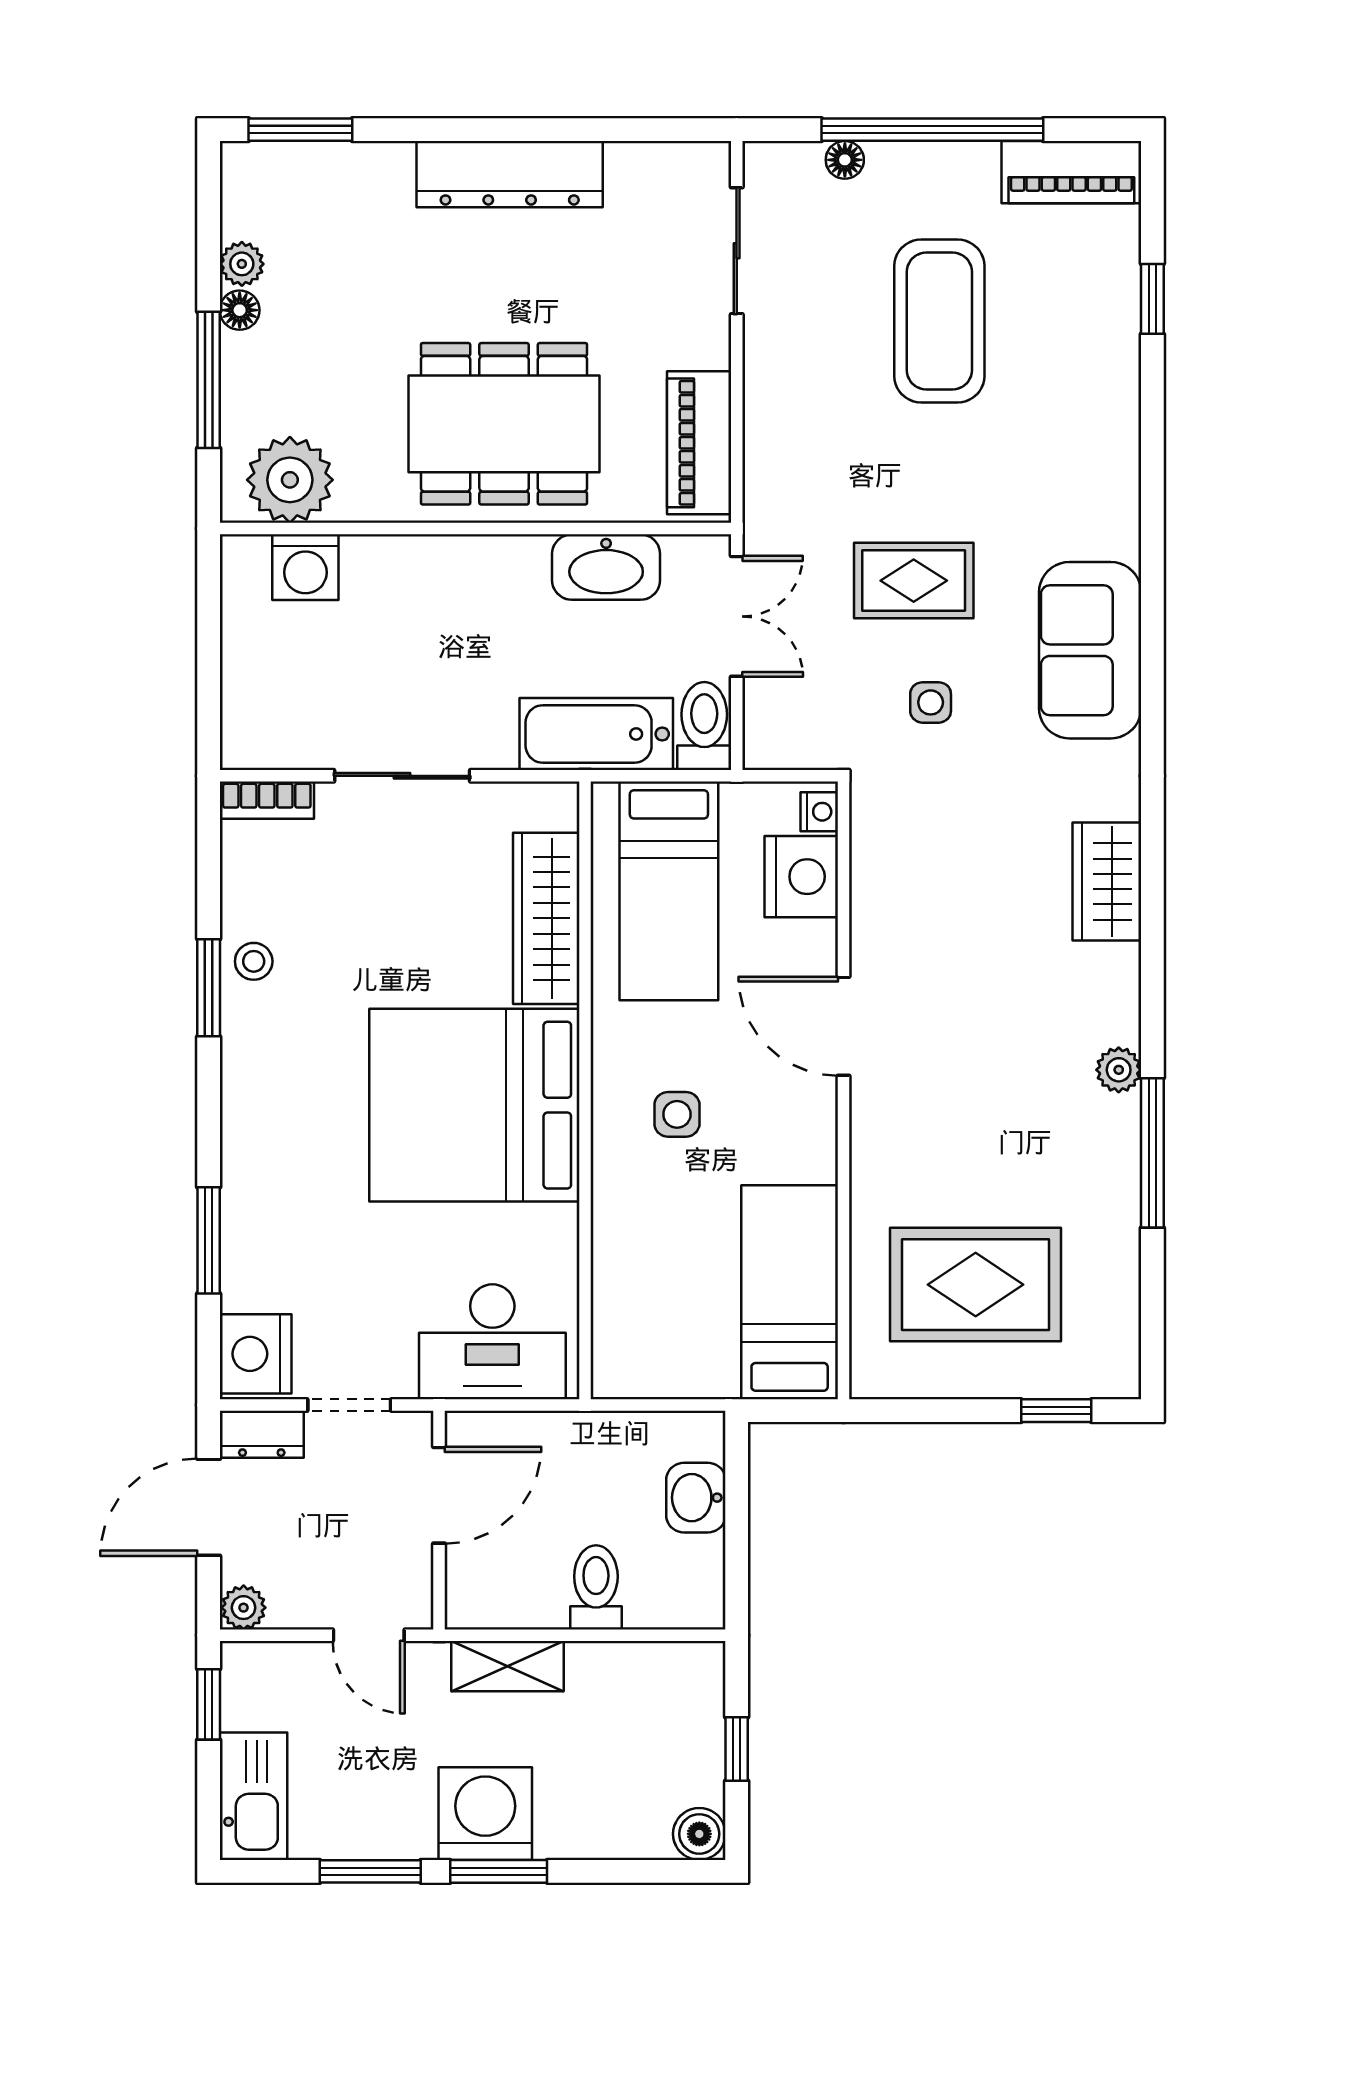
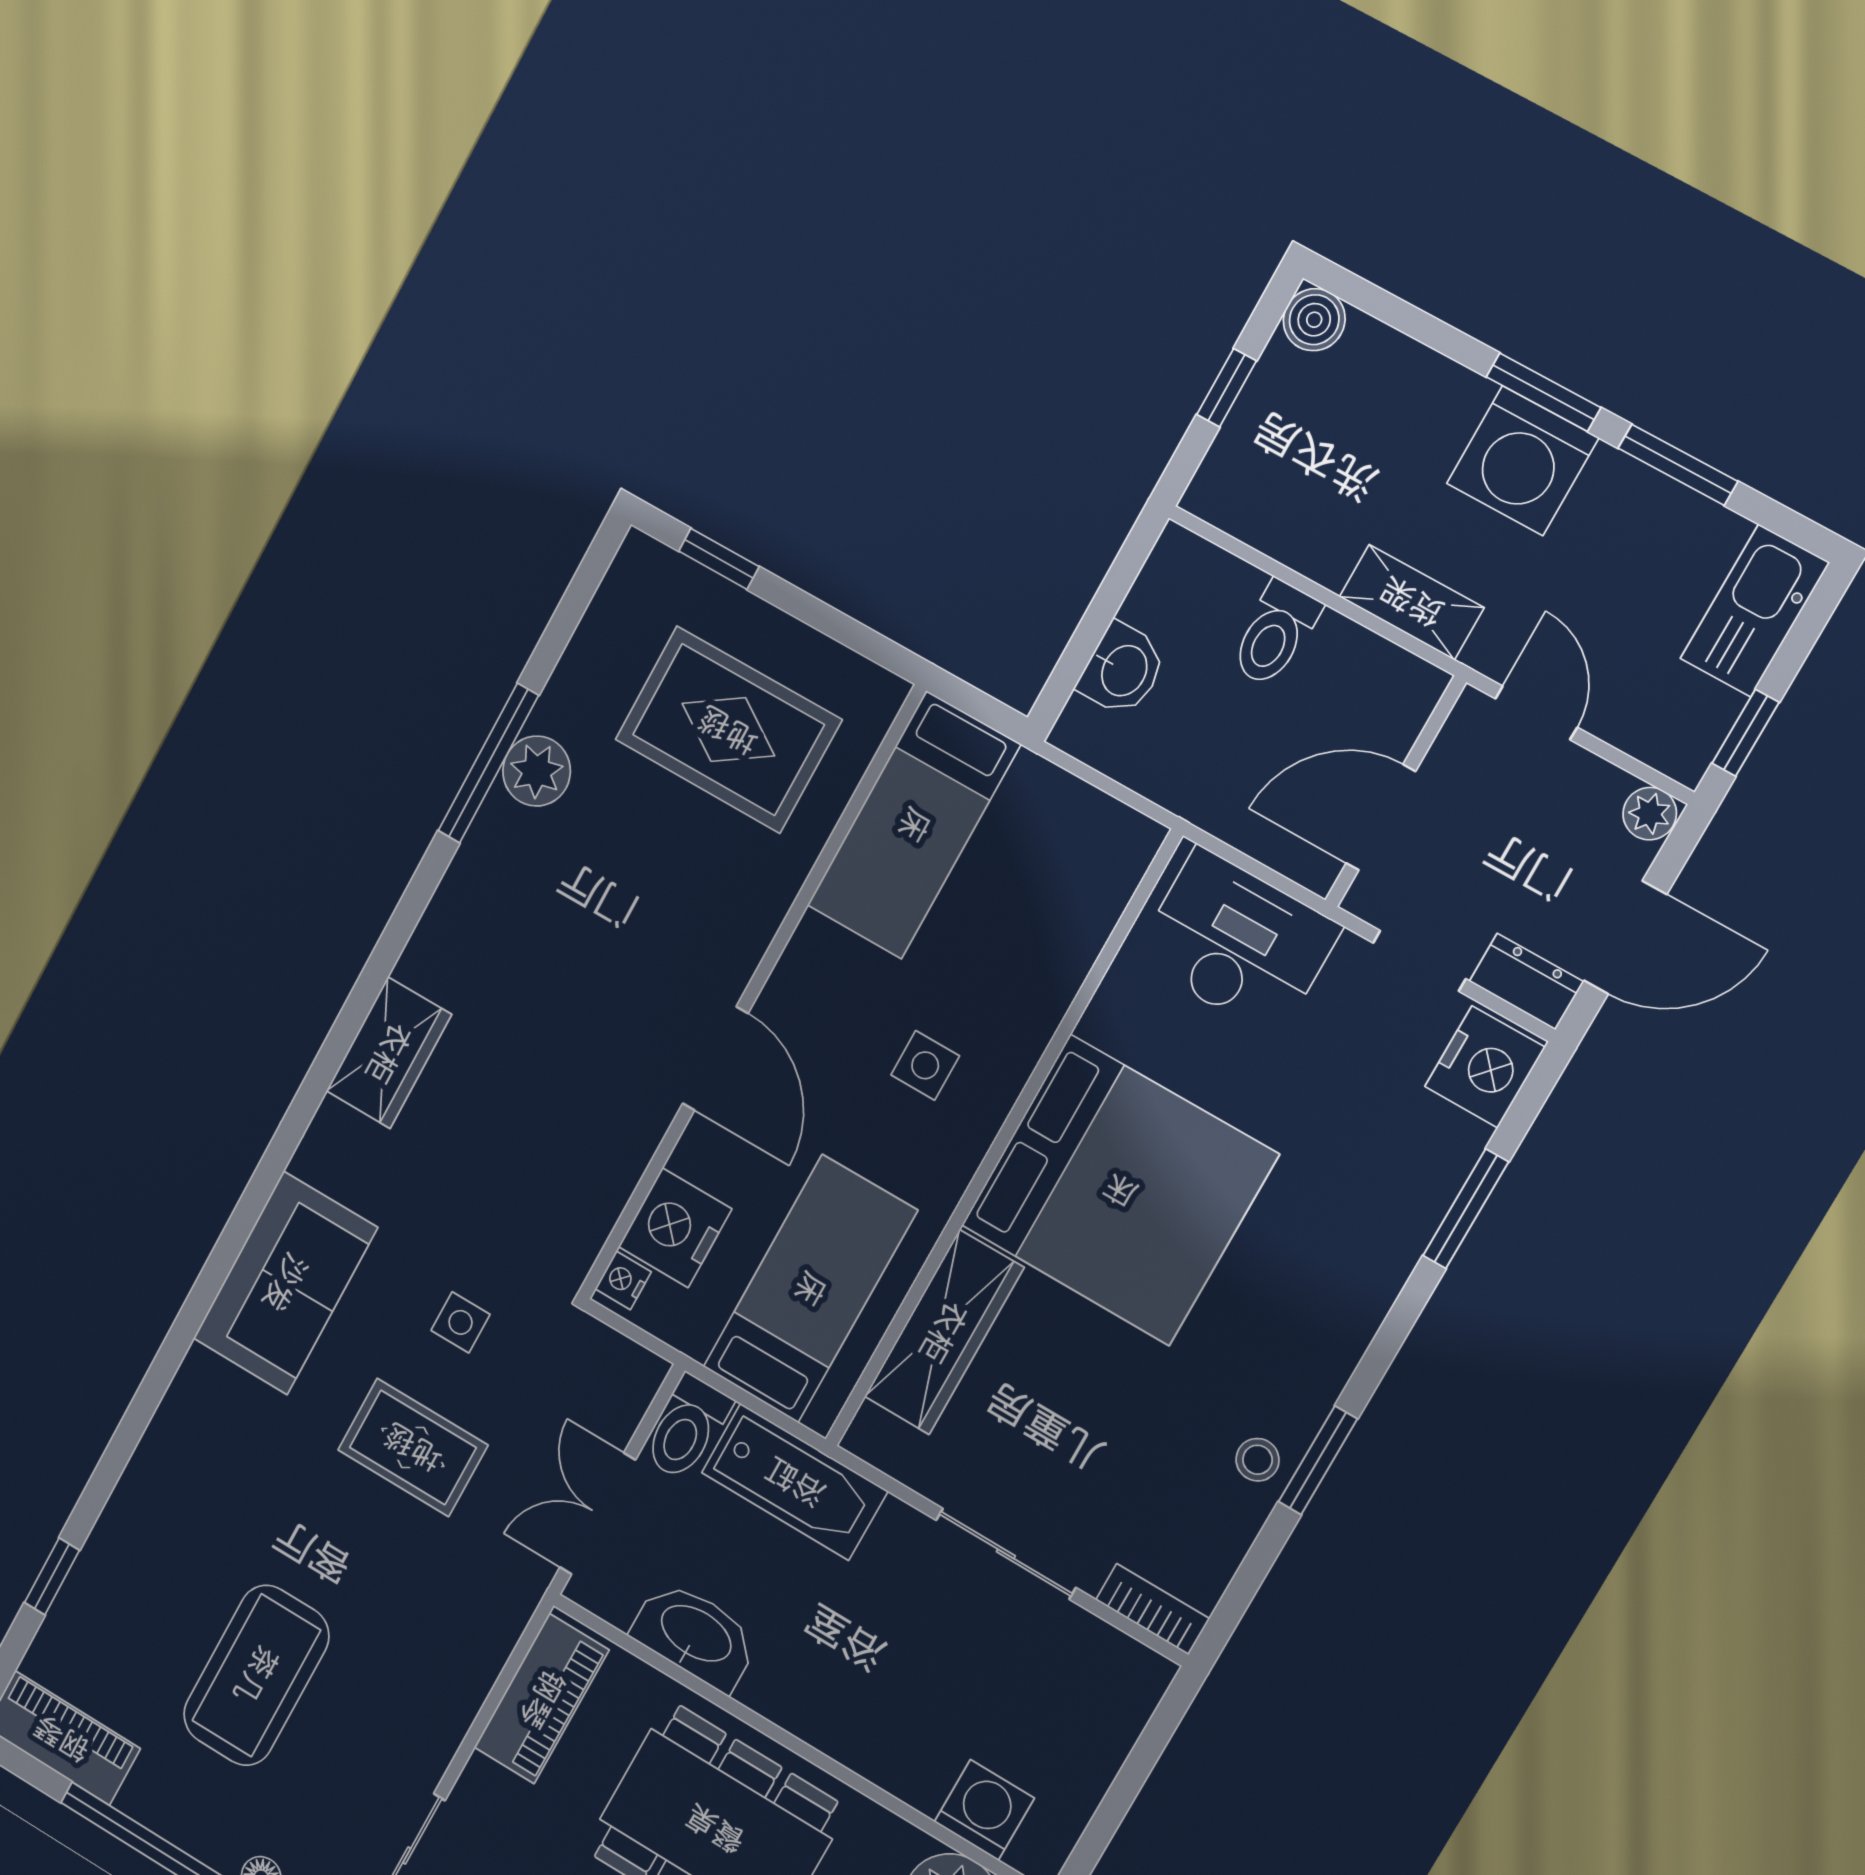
plant: (1119, 1070) -> (537, 771), moved, width x1.38, depth x1.38

